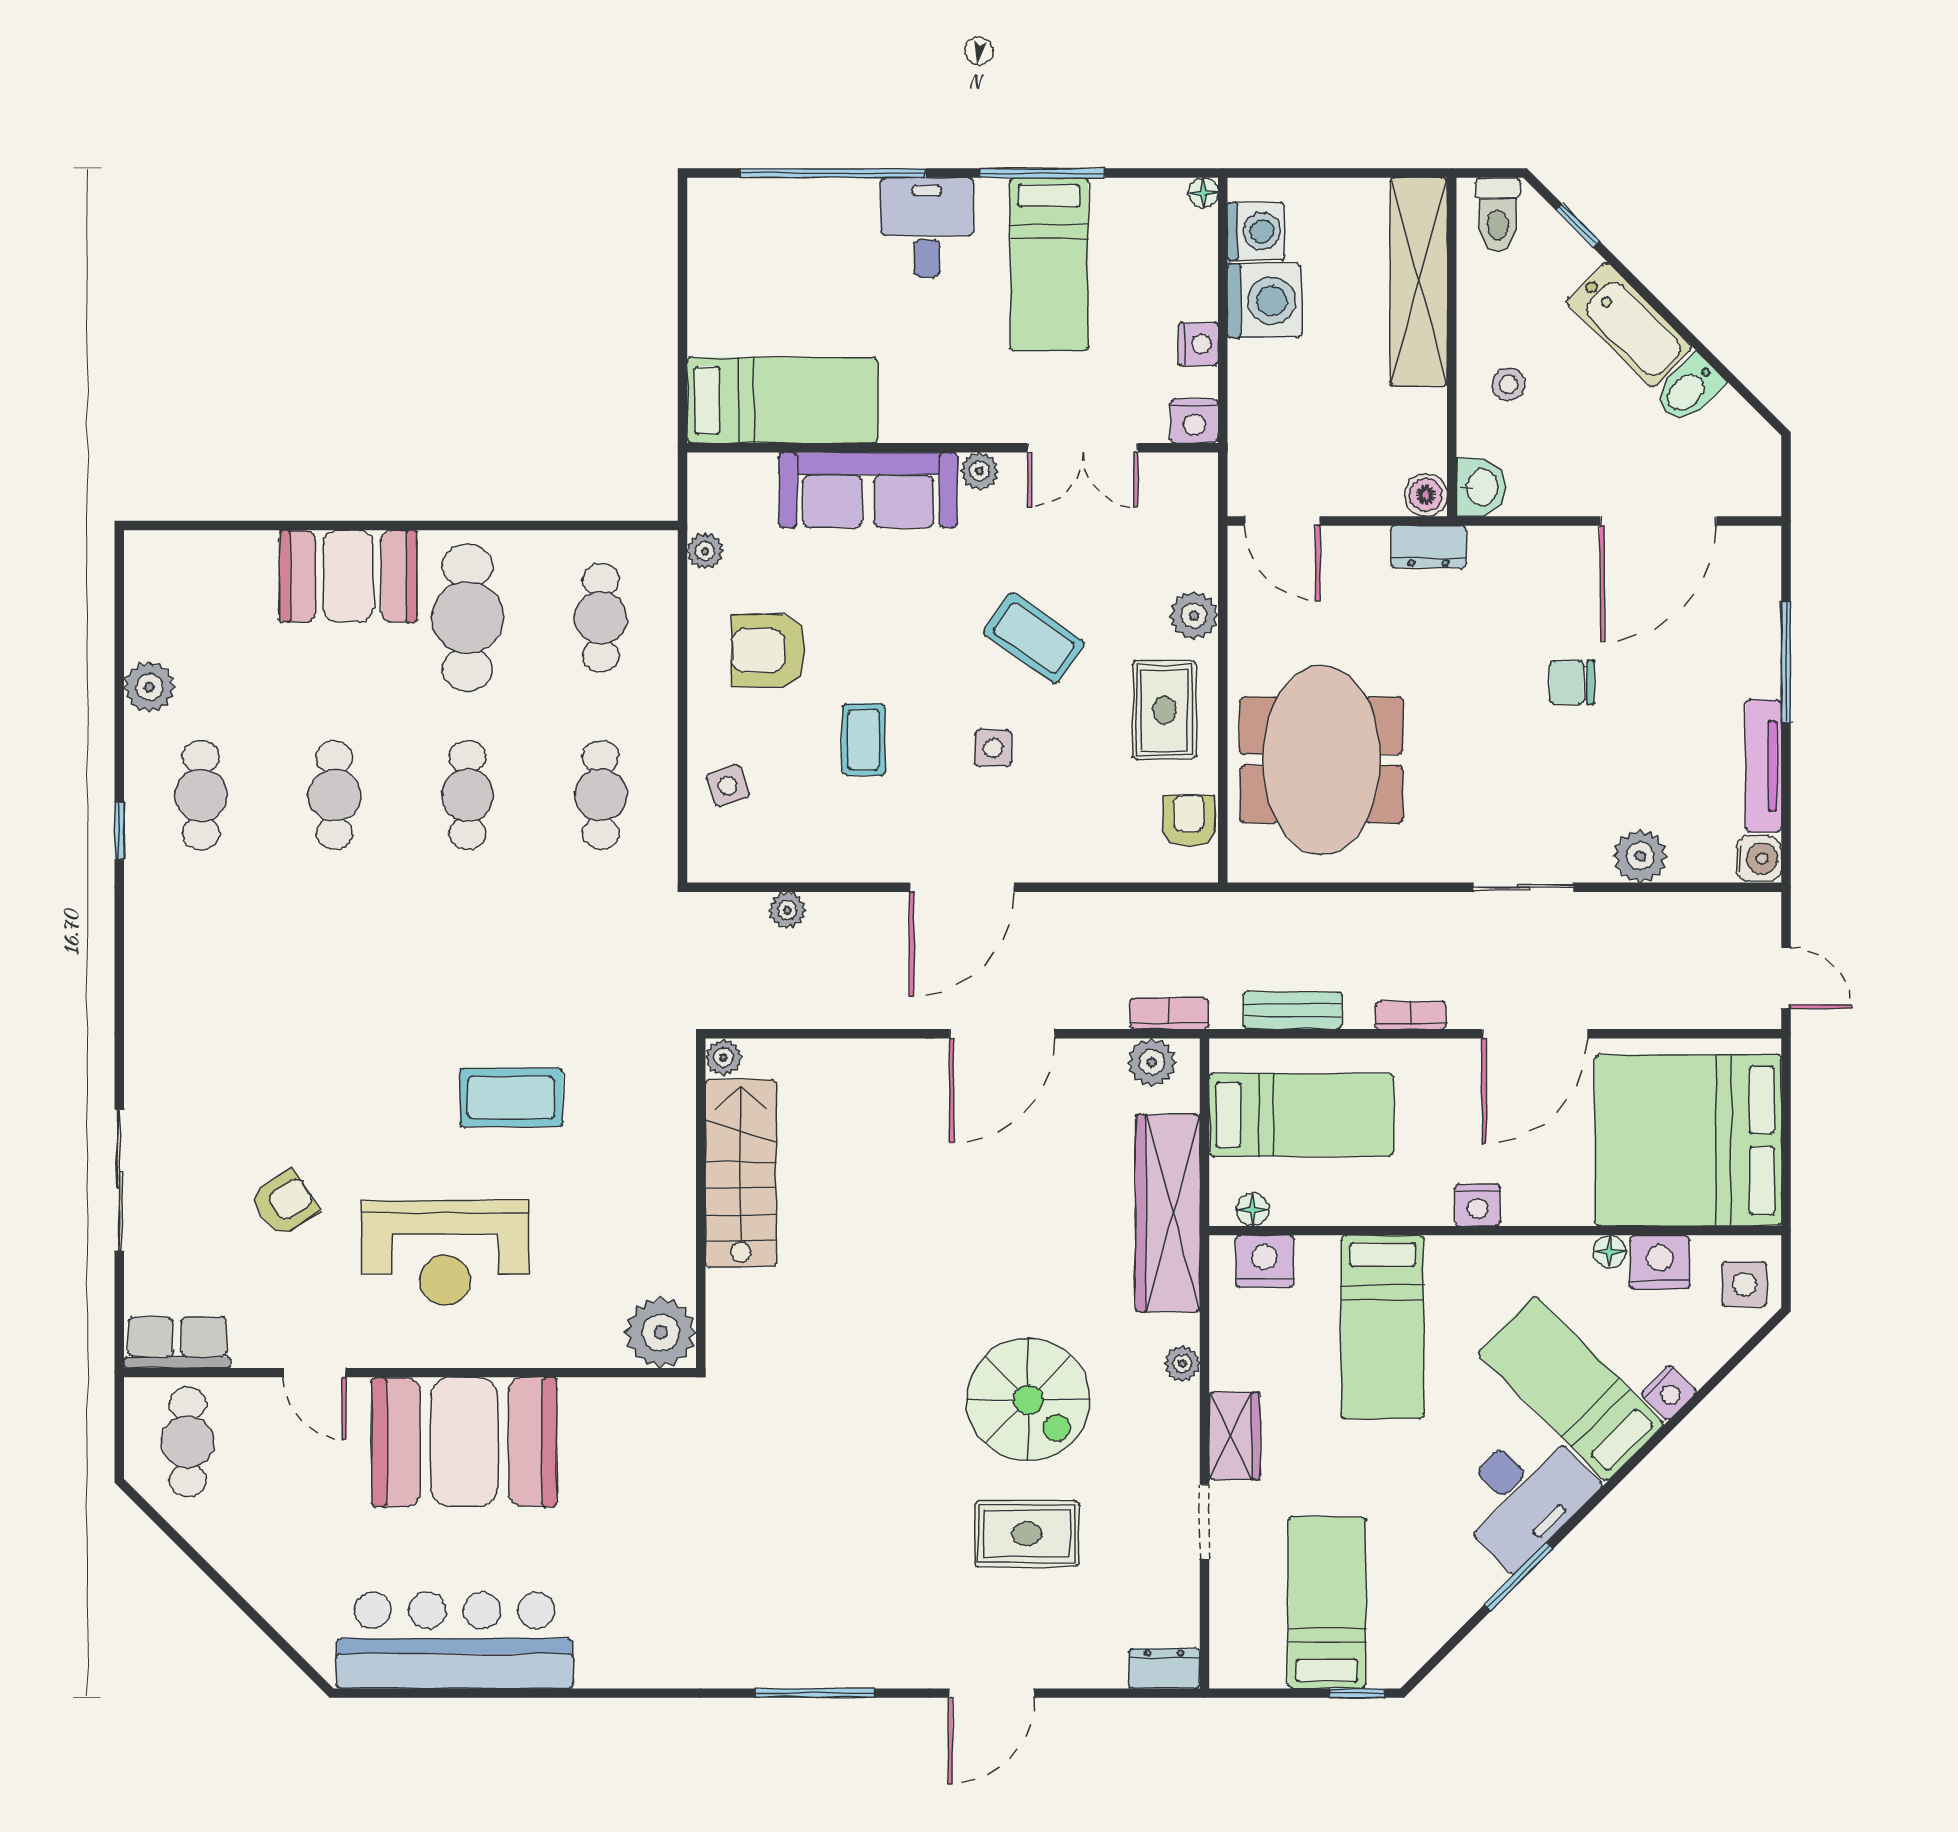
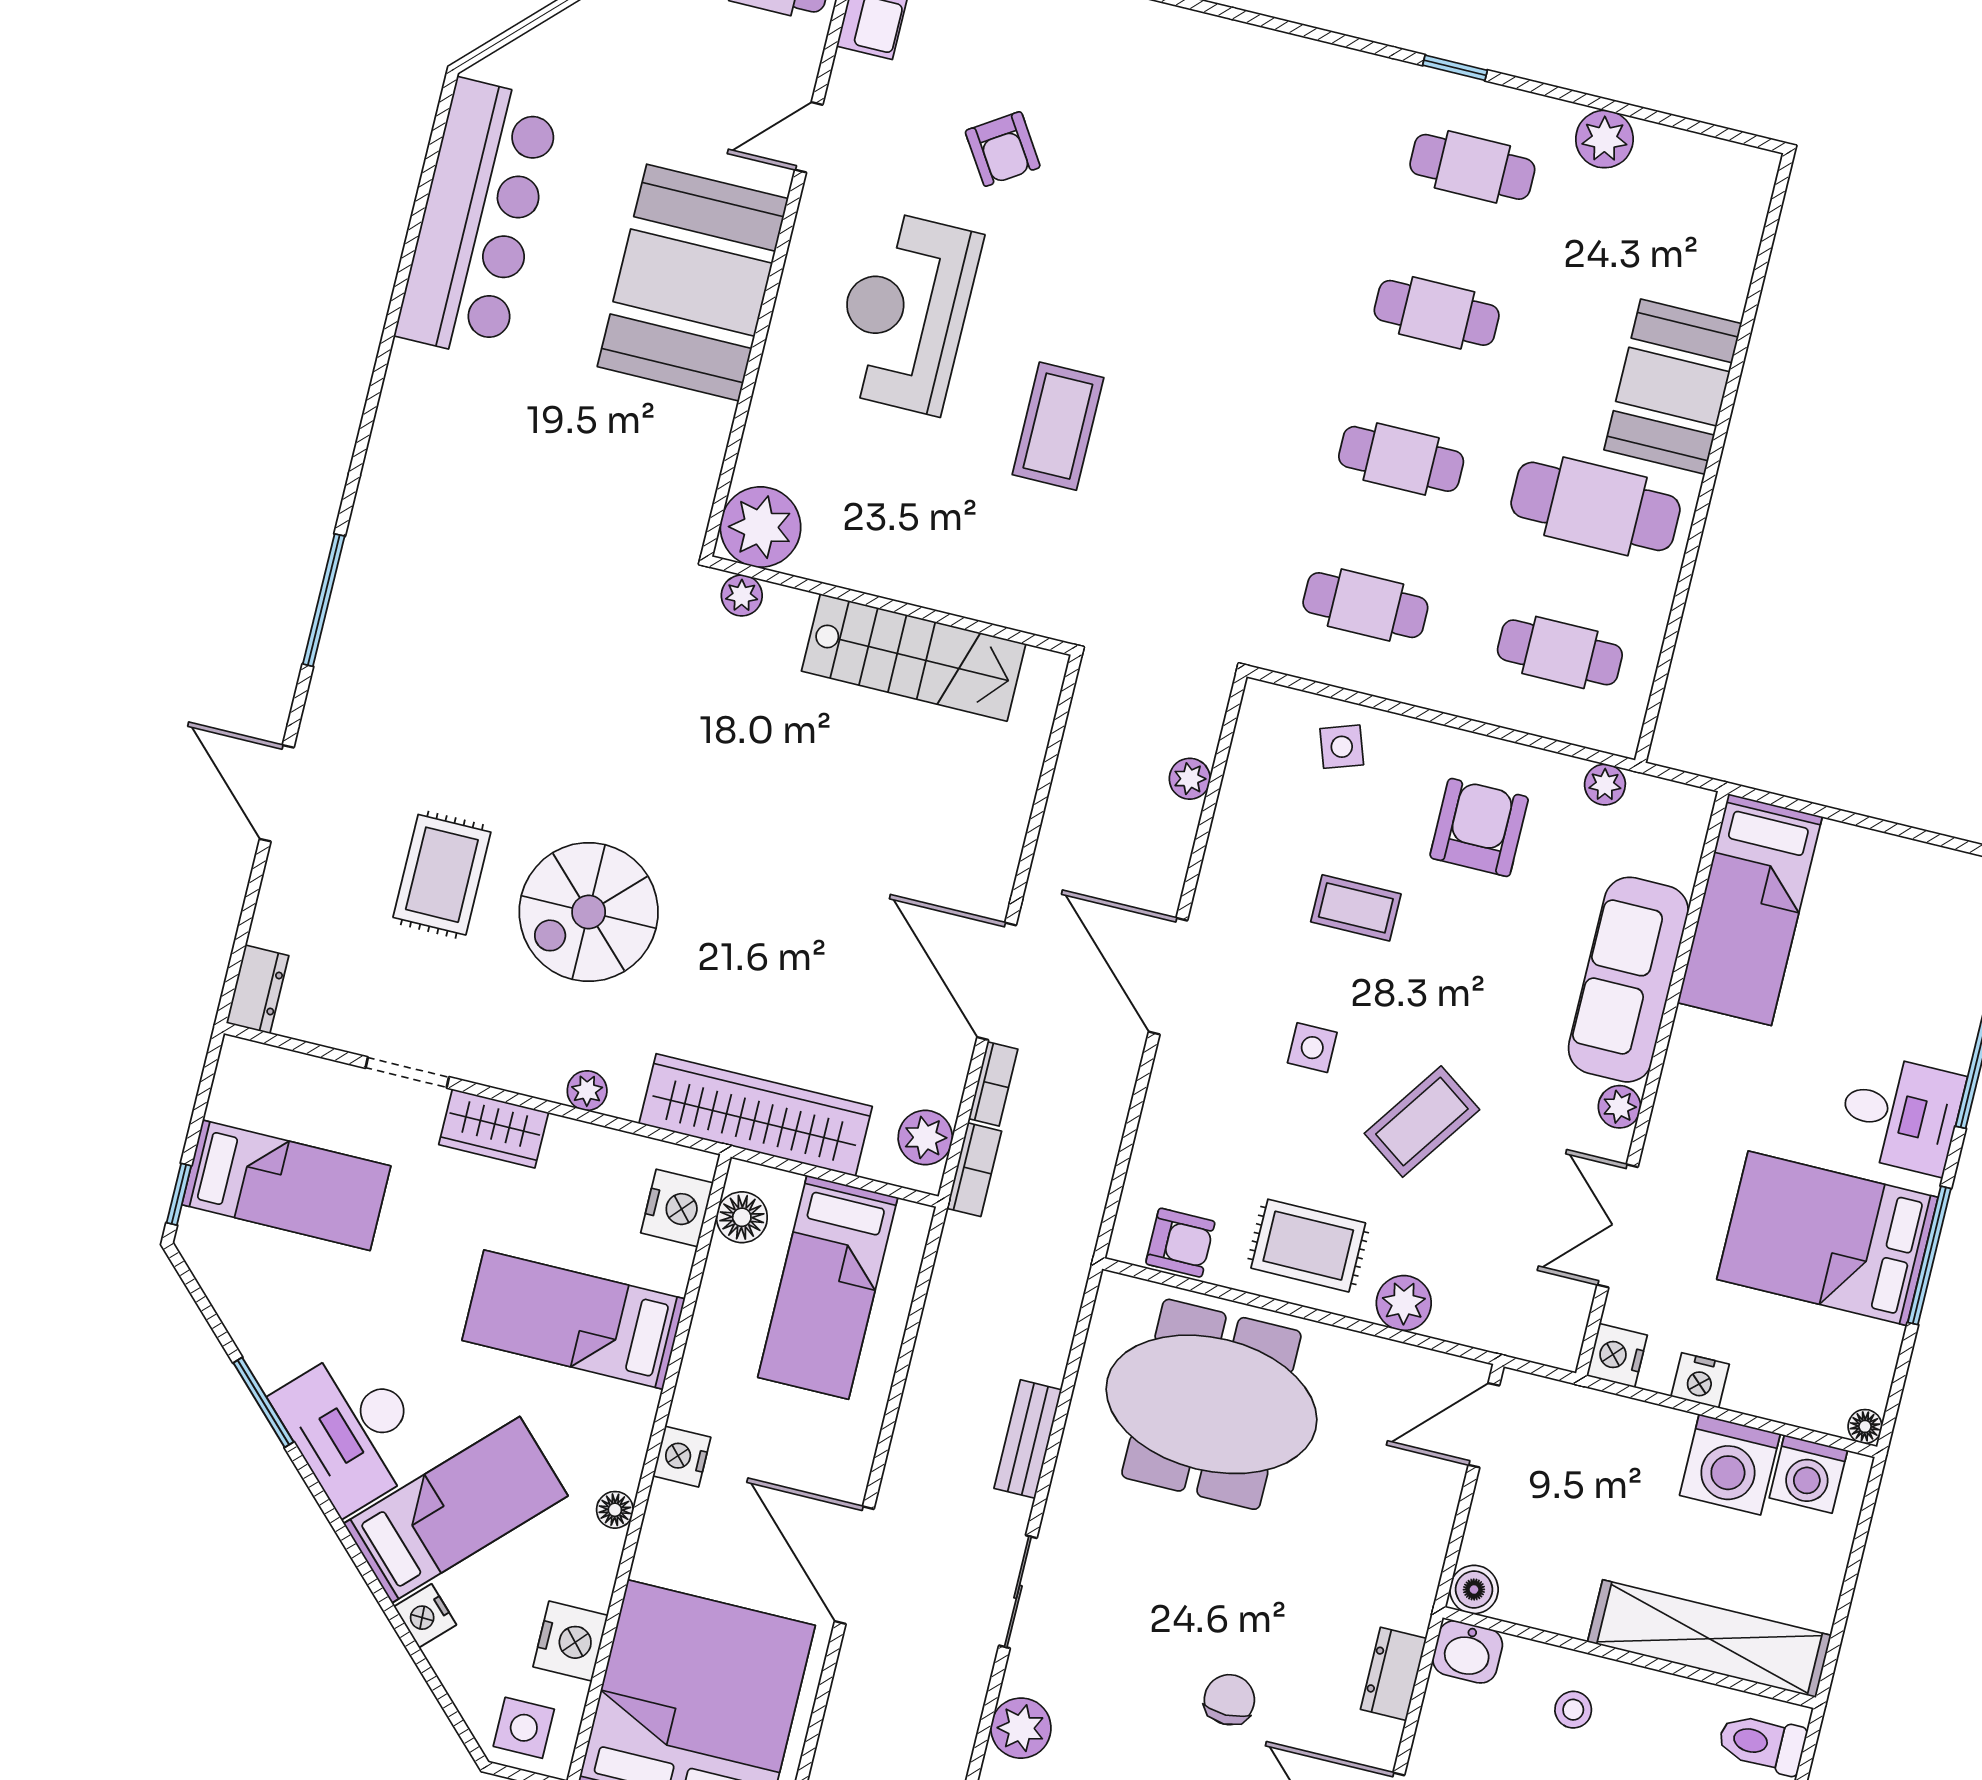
bed: (1049, 264) -> (1827, 1238), width x1.50
dresser: (1429, 547) -> (1393, 1674), moved
bench: (1293, 1010) -> (1028, 1439), moved
bookcase: (1411, 1015) -> (993, 1084), moved
plant: (723, 1058) -> (742, 595), moved
floor lamp: (1253, 1210) -> (742, 1217), width x1.37, depth x1.37
floor lamp: (1610, 1251) -> (615, 1510), moved

